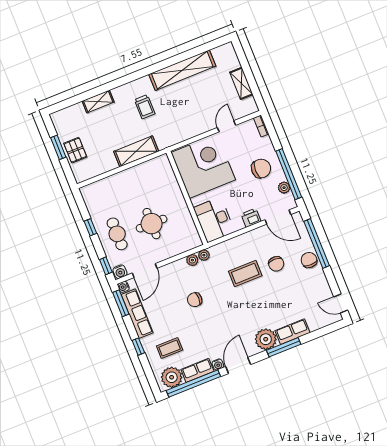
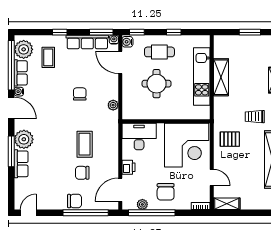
shelving: (241, 83) -> (227, 204), moved
pallet: (75, 150) -> (230, 139), moved
shelving: (136, 151) -> (221, 77), moved
kitchen unit: (125, 179) -> (202, 77), added
plant: (204, 255) -> (113, 116), removed

